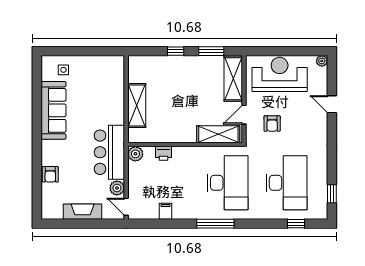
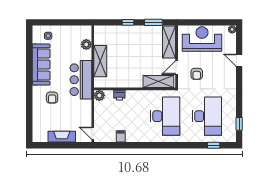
bar counter: (109, 152) -> (81, 80), moved
armchair: (50, 174) -> (52, 98), moved
plant: (117, 188) -> (86, 44), moved
window: (215, 224) -> (156, 145), removed

